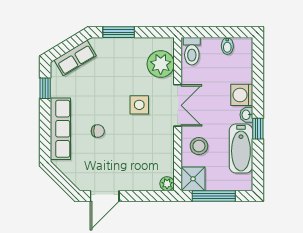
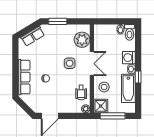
toilet: (192, 51) -> (129, 32), moved
window: (45, 88) -> (15, 54), removed
wheelchair: (159, 155) -> (81, 92), added

